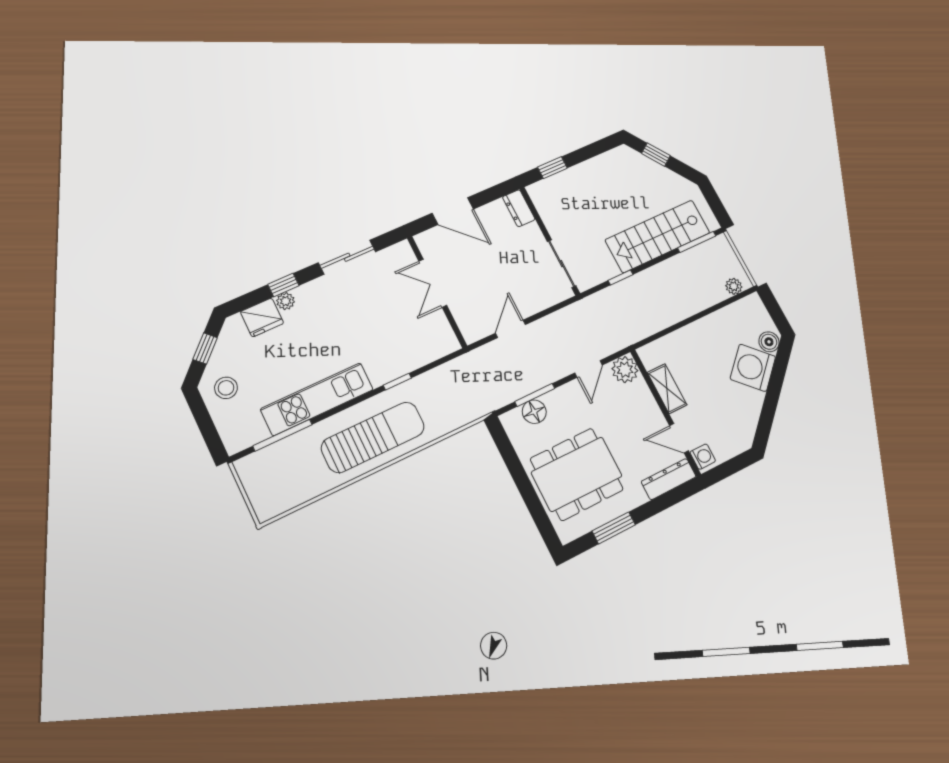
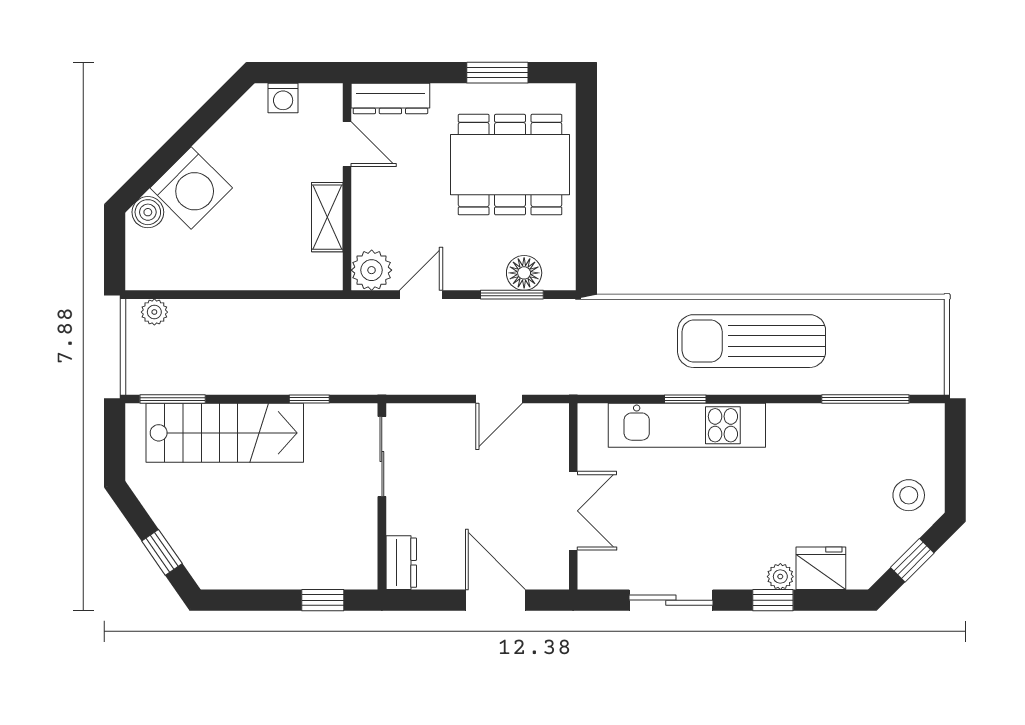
kitchen unit: (317, 399) -> (687, 425), moved
washing machine: (703, 457) -> (283, 98), moved, turned -90

